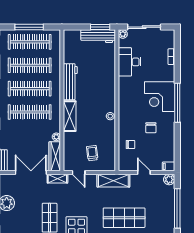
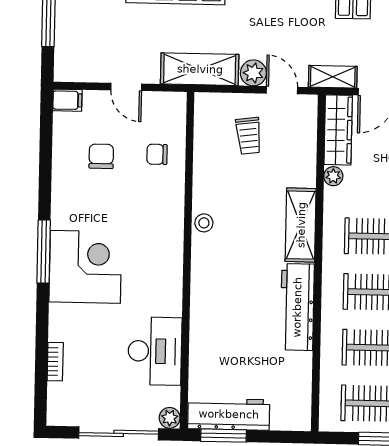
window: (177, 103) -> (44, 252), width x0.68
chair: (151, 128) -> (101, 156), moved
plant: (169, 180) -> (253, 73), moved

